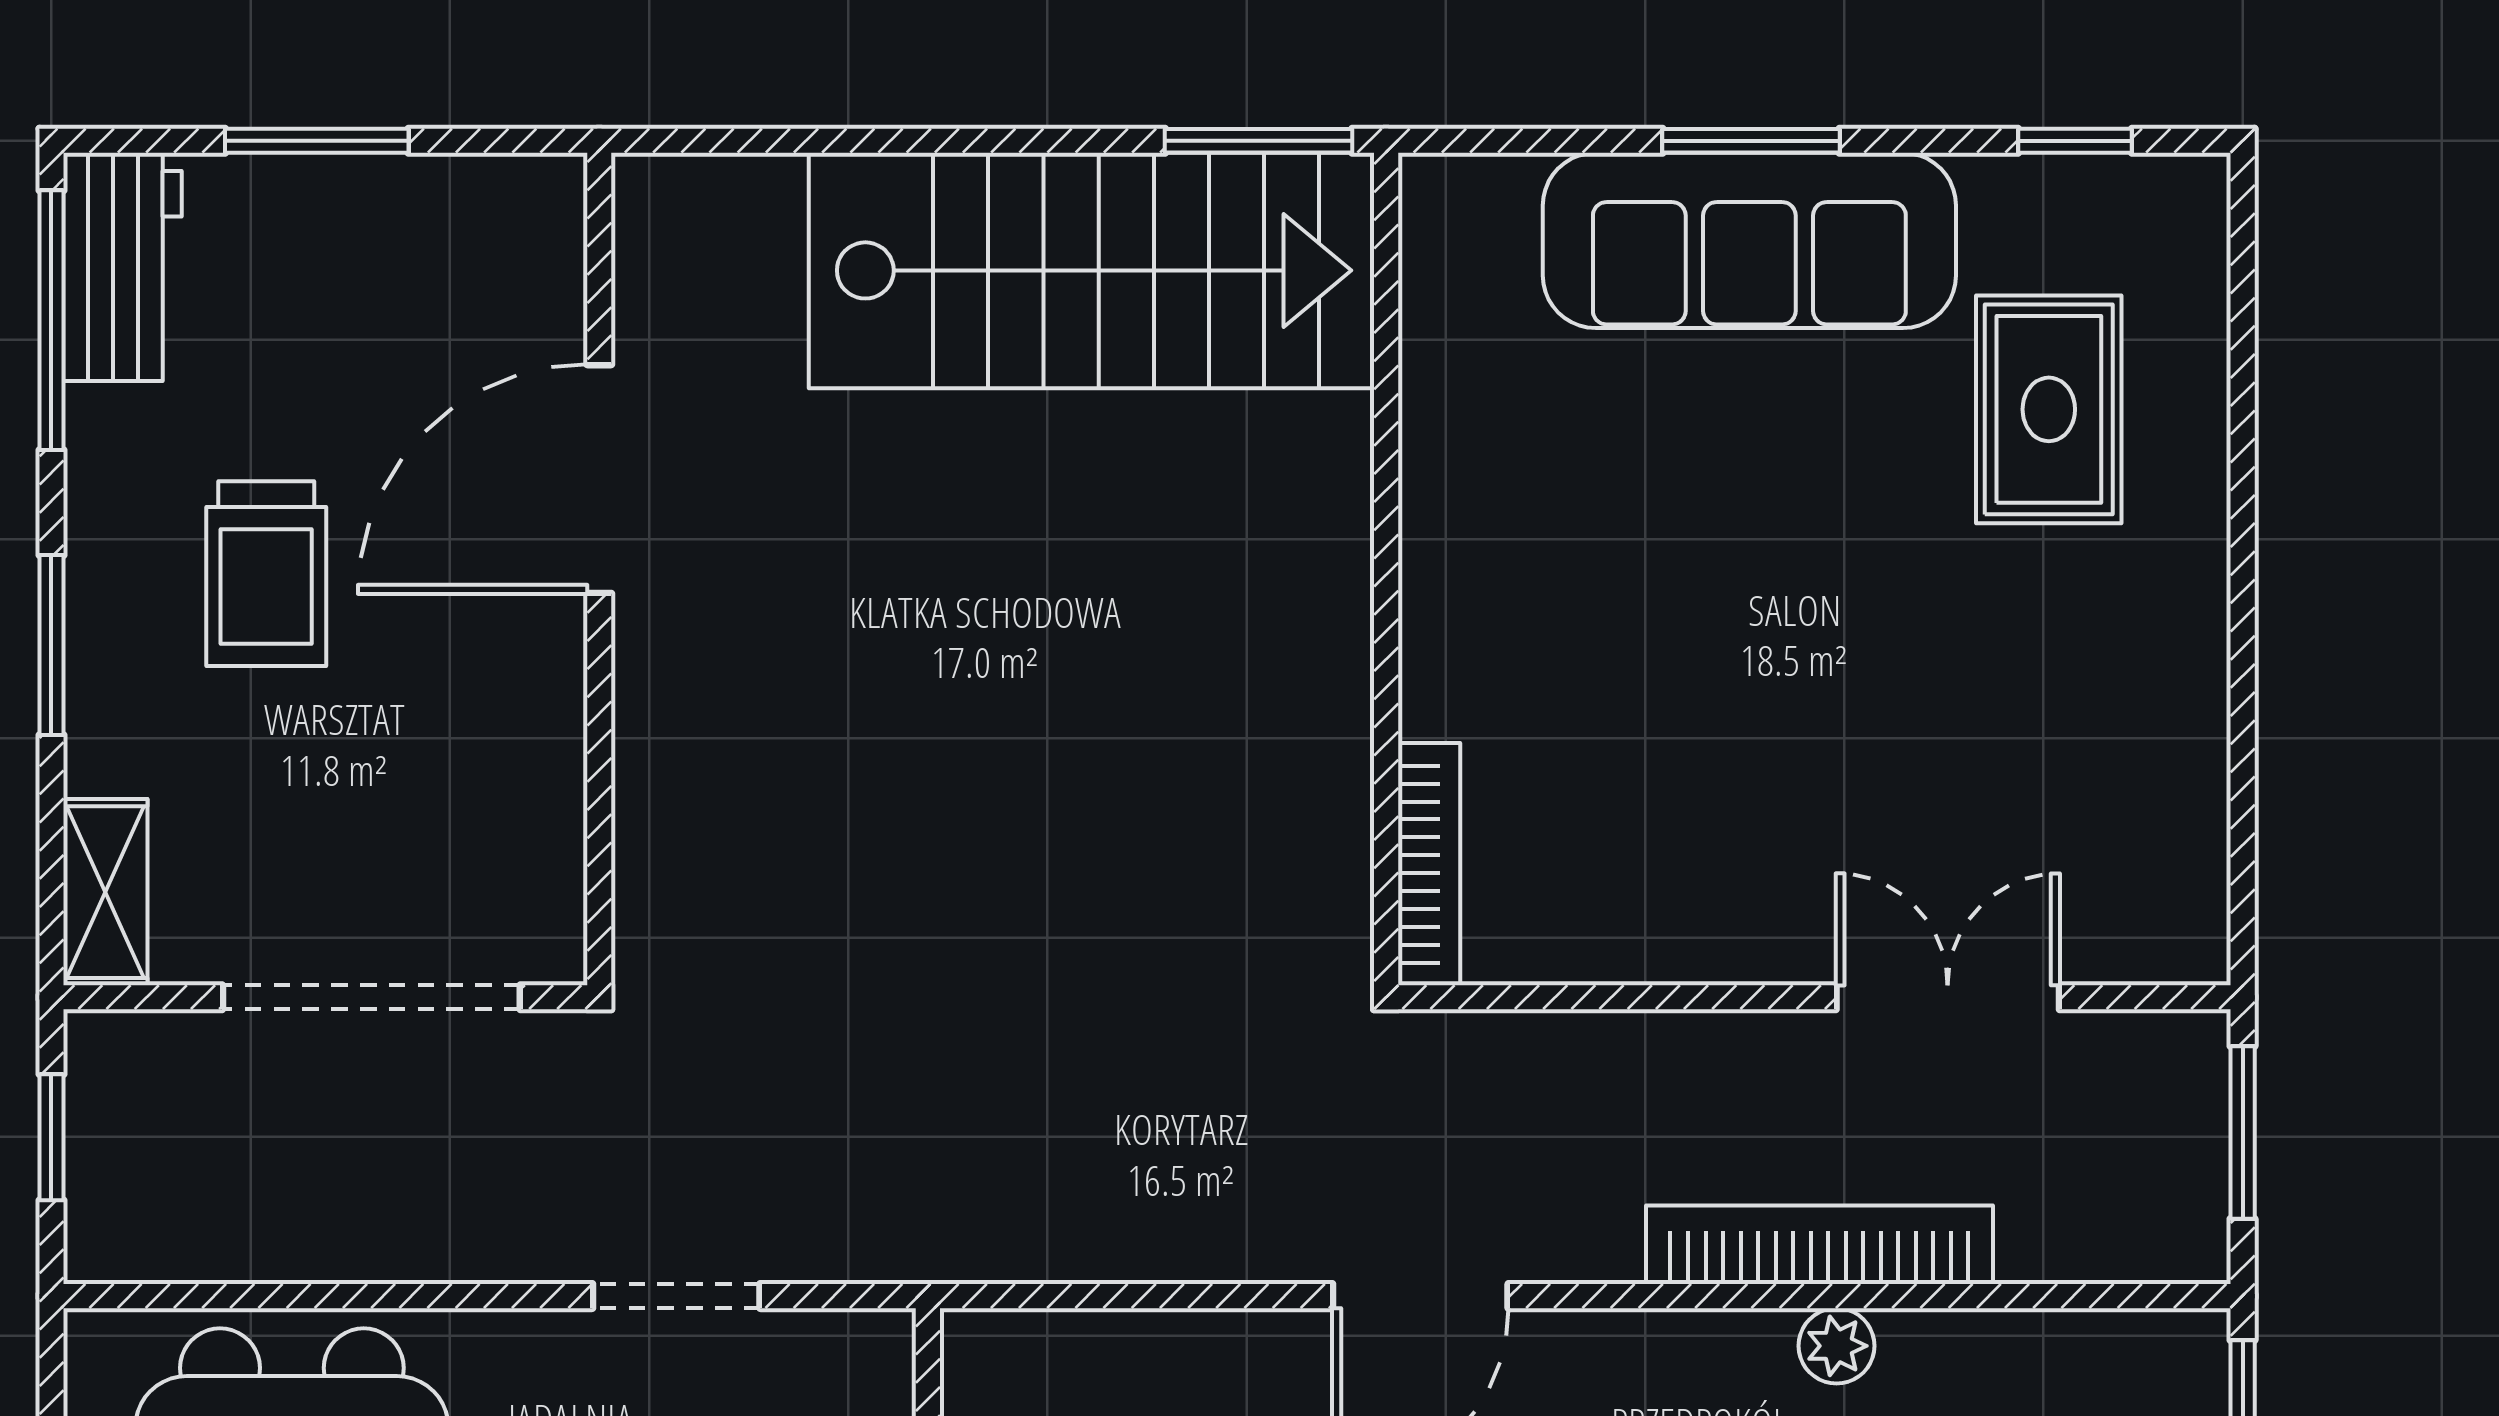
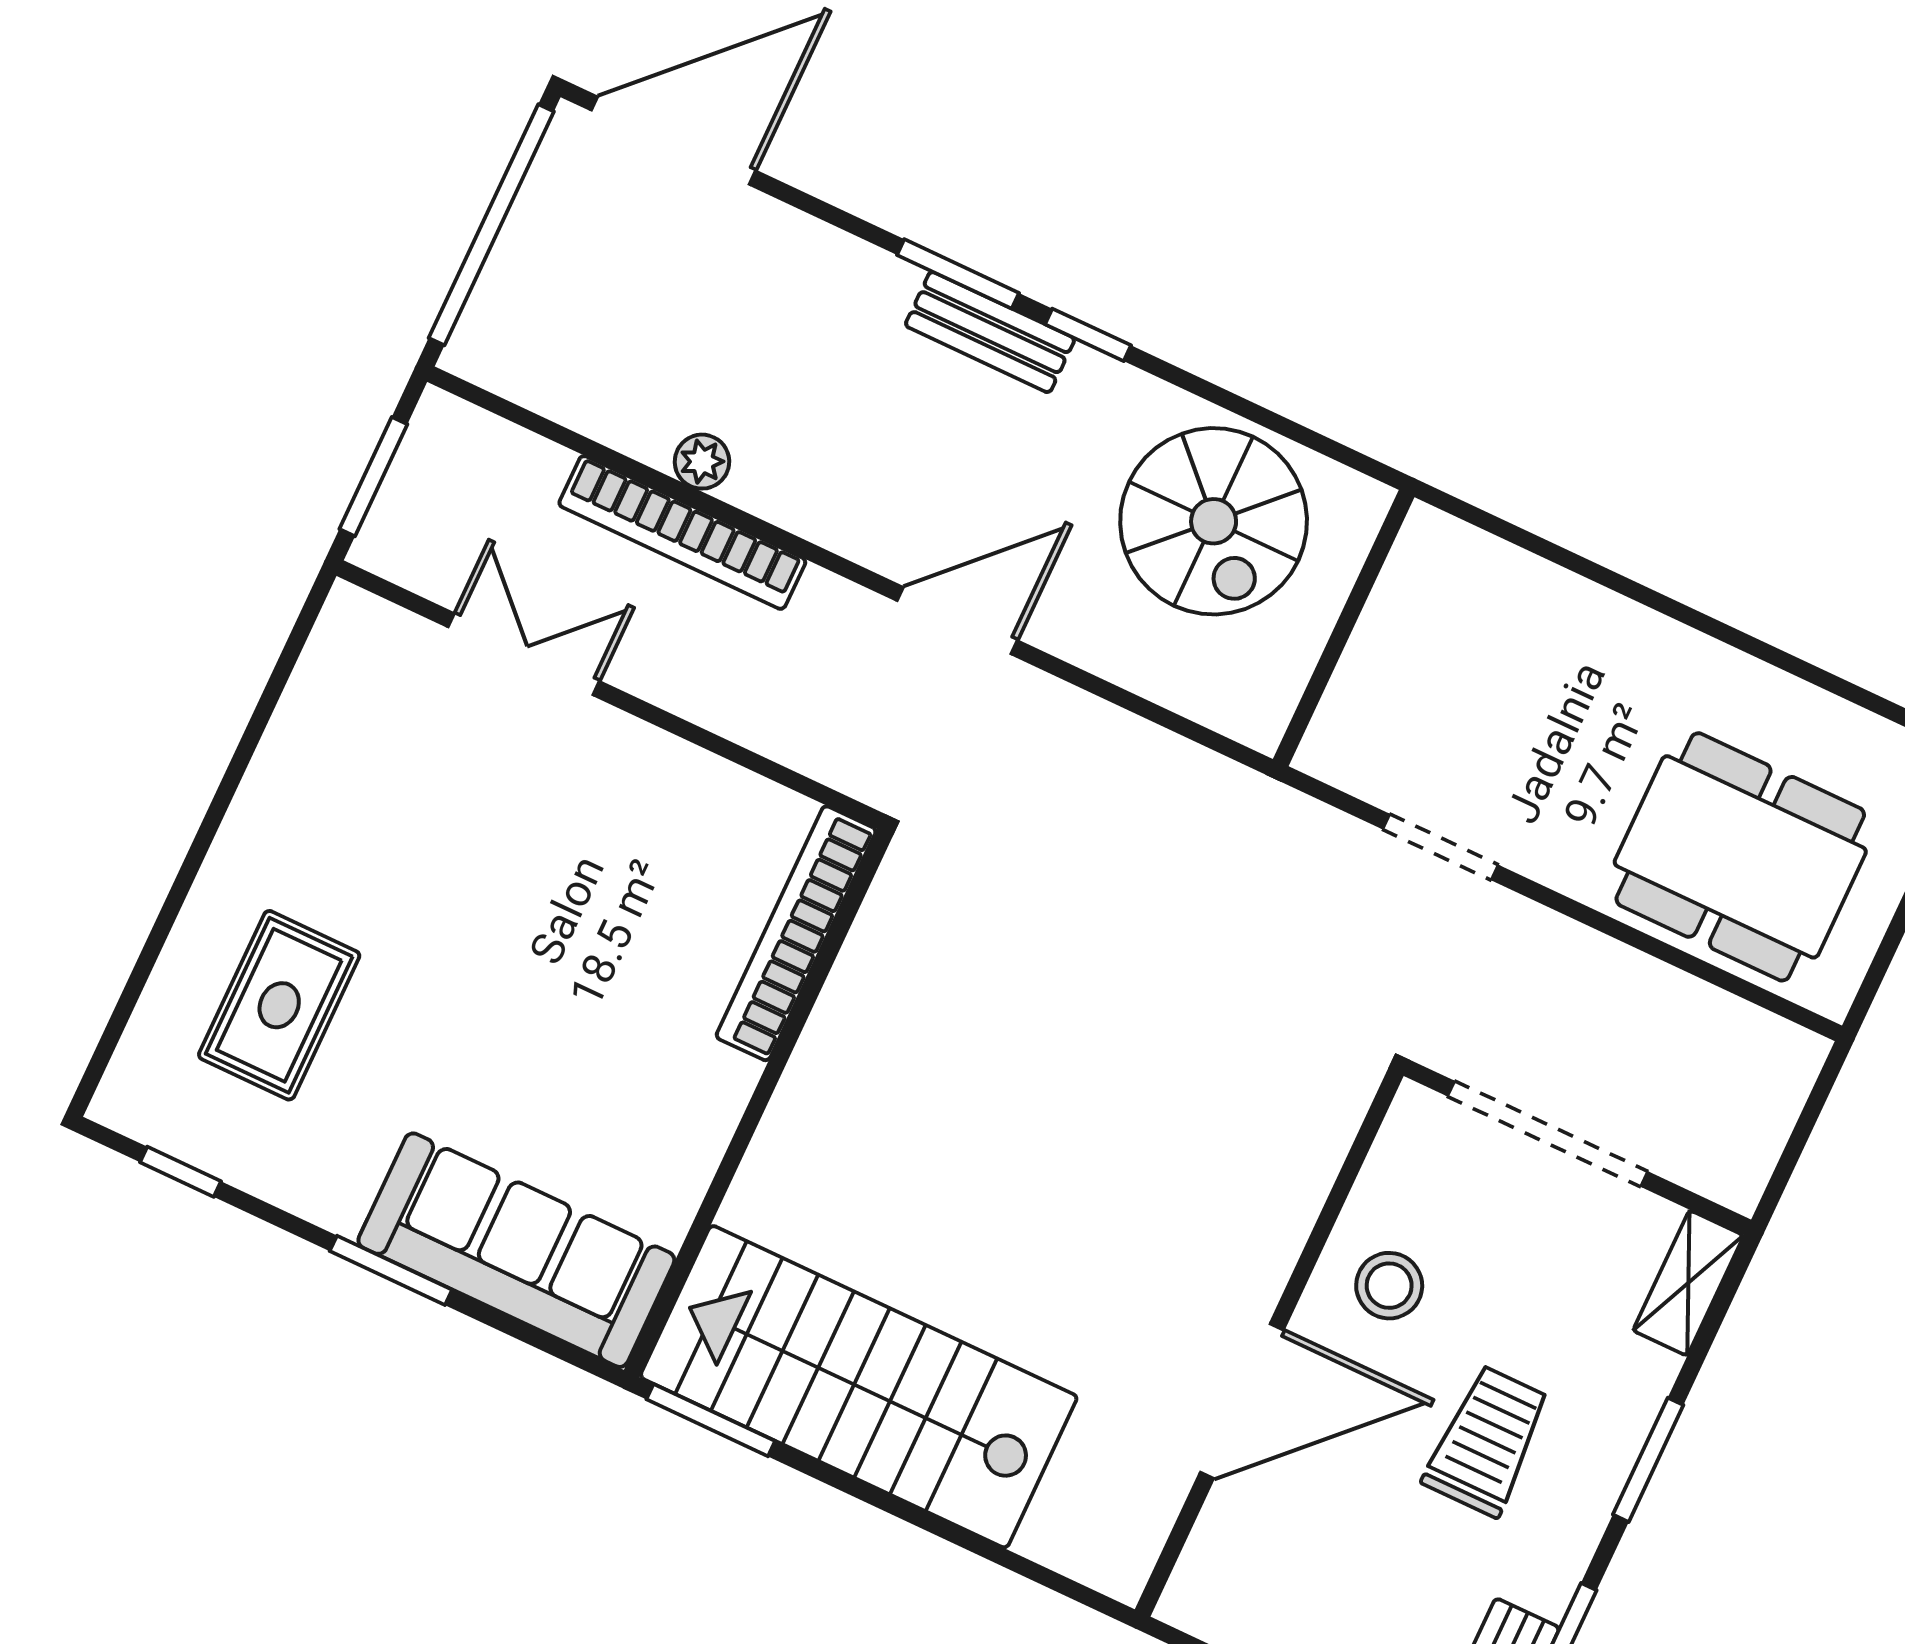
sofa: (1749, 240) -> (516, 1250), moved
stool: (482, 712) -> (1389, 1286), added
bookcase: (1429, 864) -> (796, 933), width x1.48, depth x1.31
double door: (1948, 997) -> (524, 654), swing flipped
window: (51, 1137) -> (1798, 1140), removed

